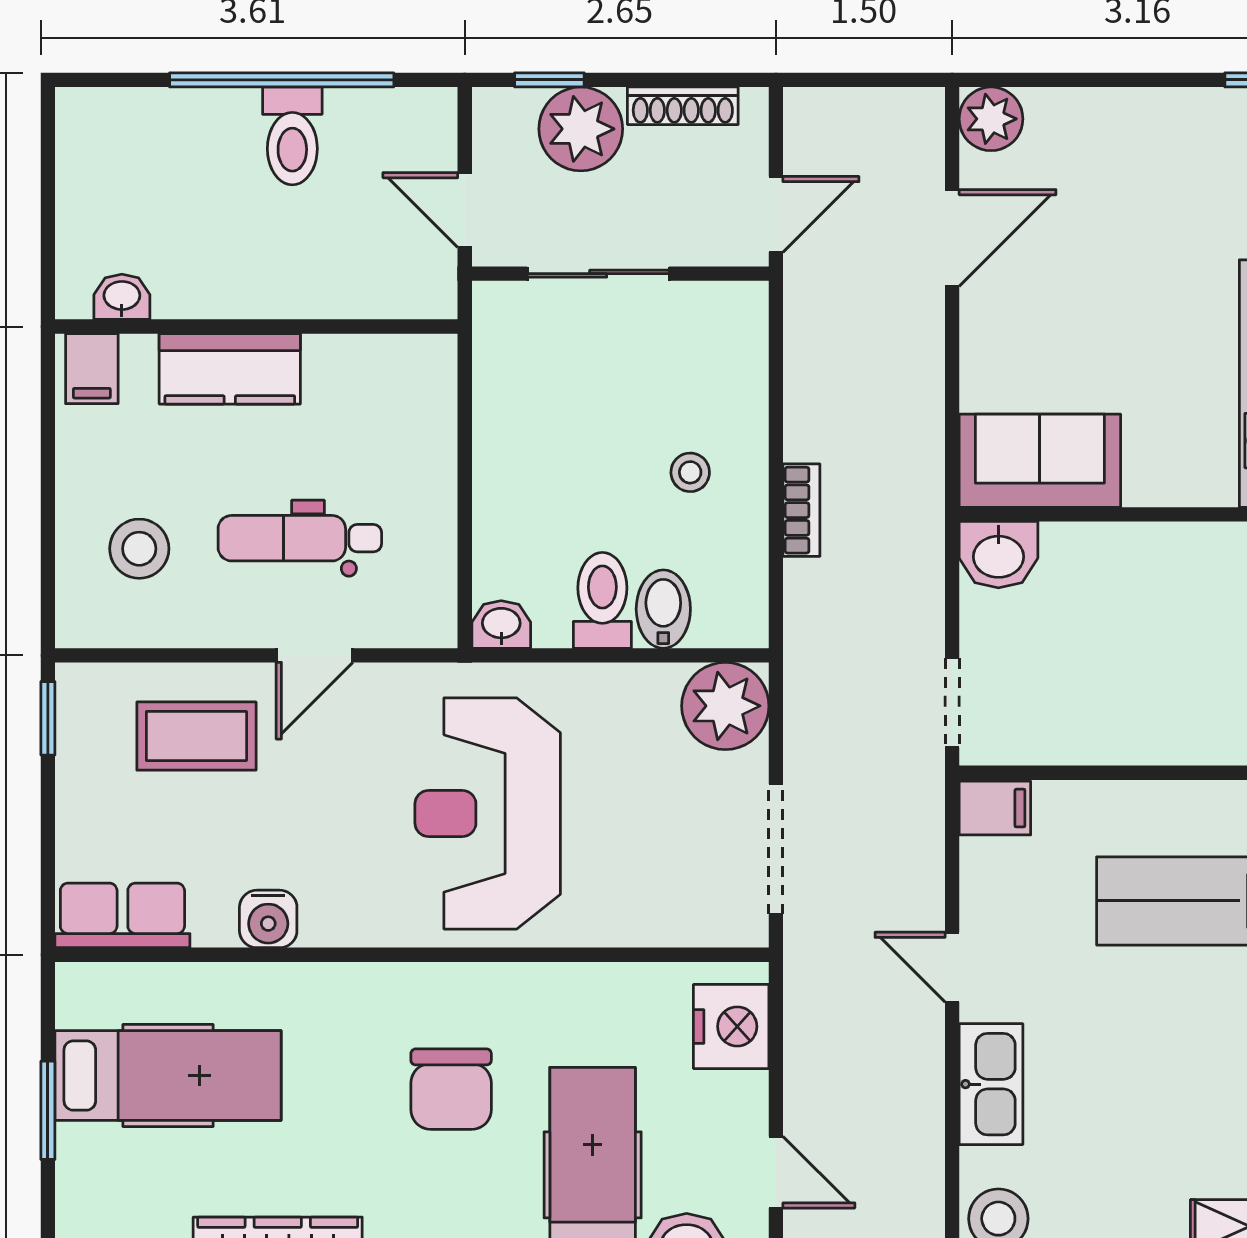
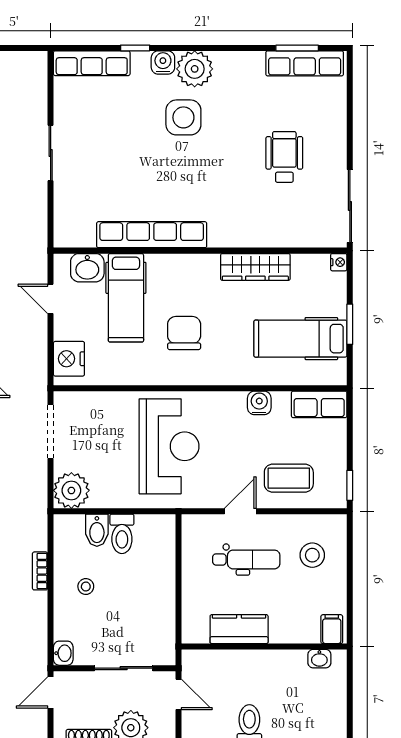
kitchen counter: (230, 369) -> (239, 629), moved
washbasin: (501, 624) -> (63, 653), moved, turned -90

